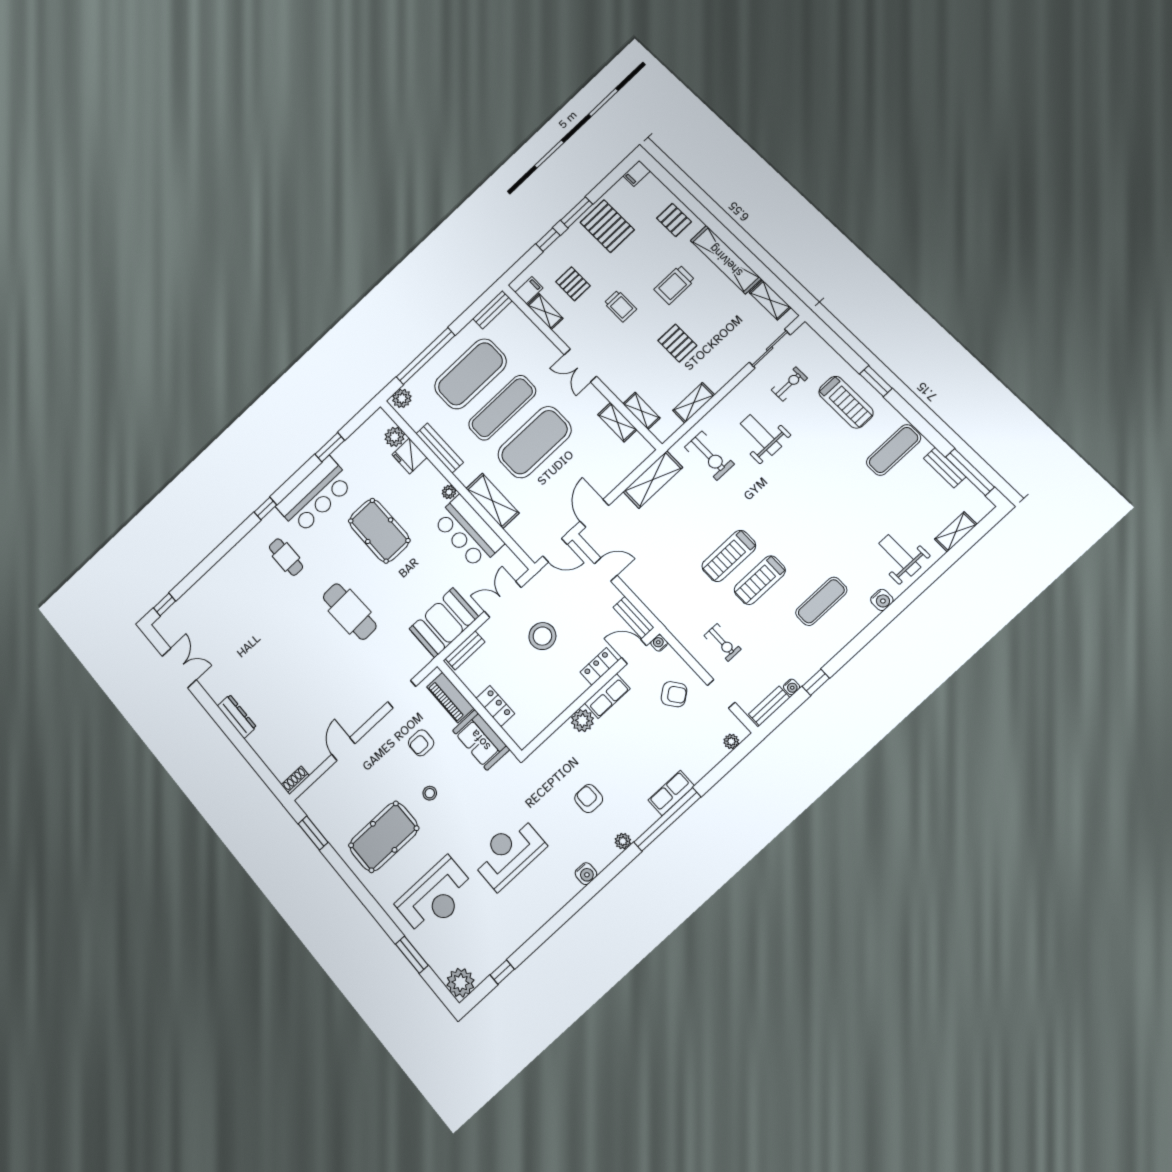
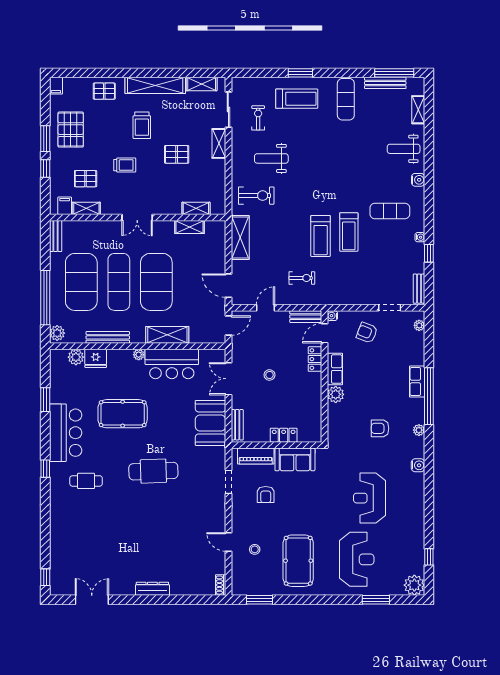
pallet: (607, 226) -> (71, 130), turned 90
shelving: (694, 403) -> (219, 143), moved
bench: (945, 468) -> (385, 83), width x1.36
exercise mat: (821, 601) -> (390, 211), turned 90
stool: (542, 636) -> (269, 375), width x0.53, depth x0.53
exercise bike: (723, 642) -> (302, 278), moved
water cooler: (792, 687) -> (420, 237), moved
armchair: (674, 694) -> (367, 333), turned -122
stool: (430, 793) -> (255, 549), moved

